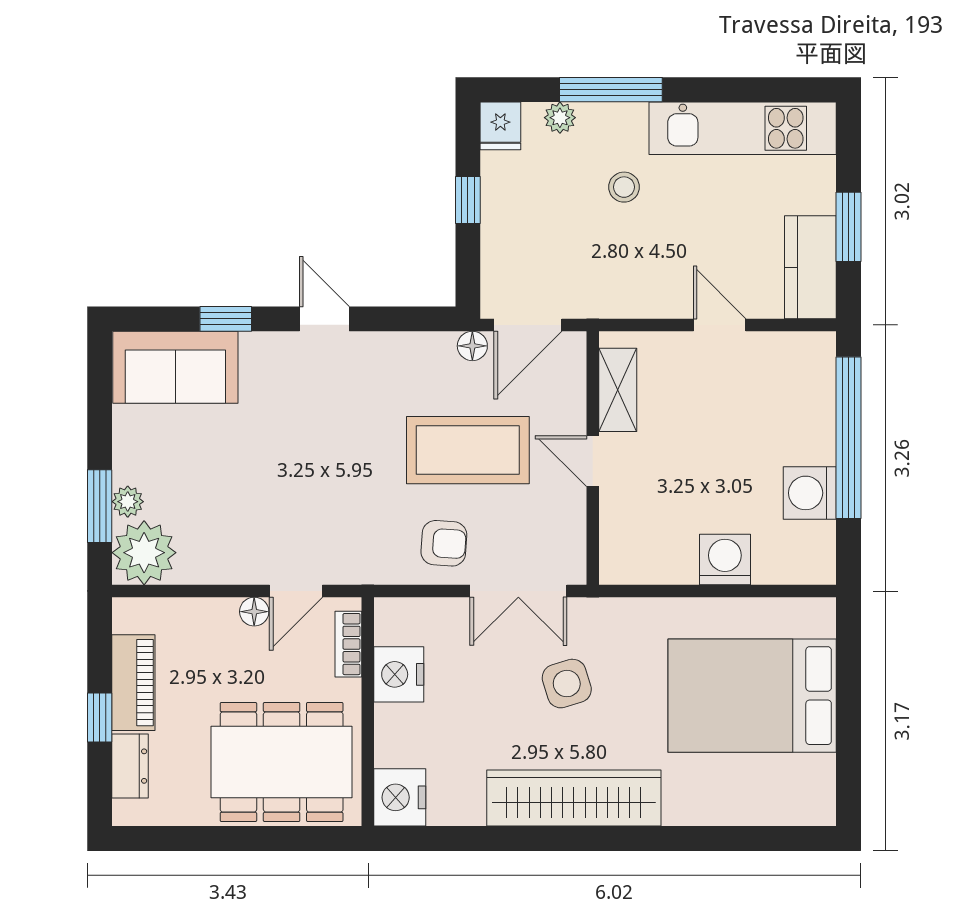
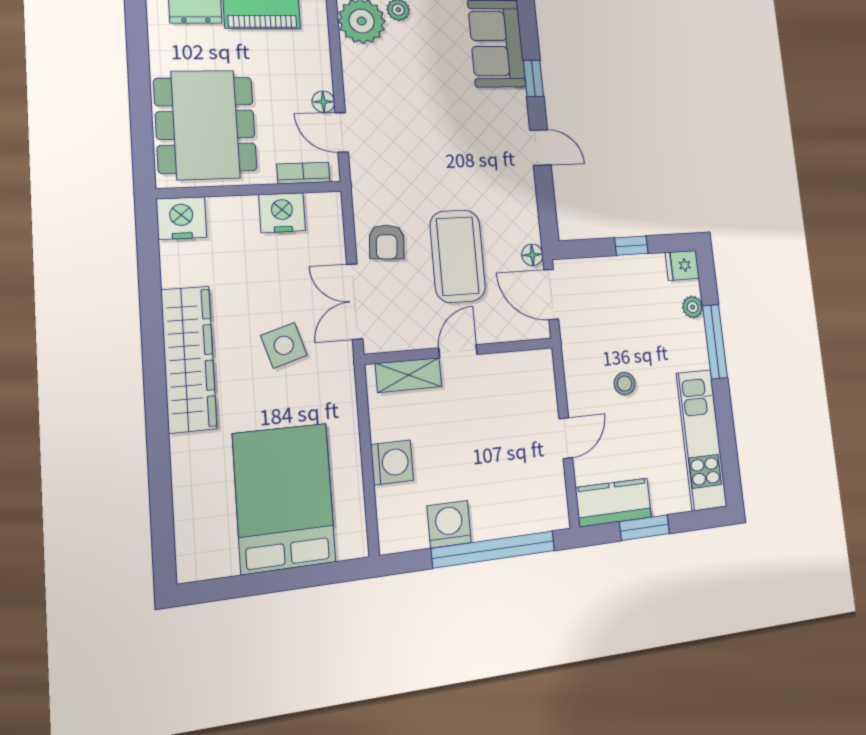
stool: (624, 187) -> (625, 384), moved
door: (324, 319) -> (540, 148), hinge flipped
shelving: (618, 390) -> (409, 375), moved

